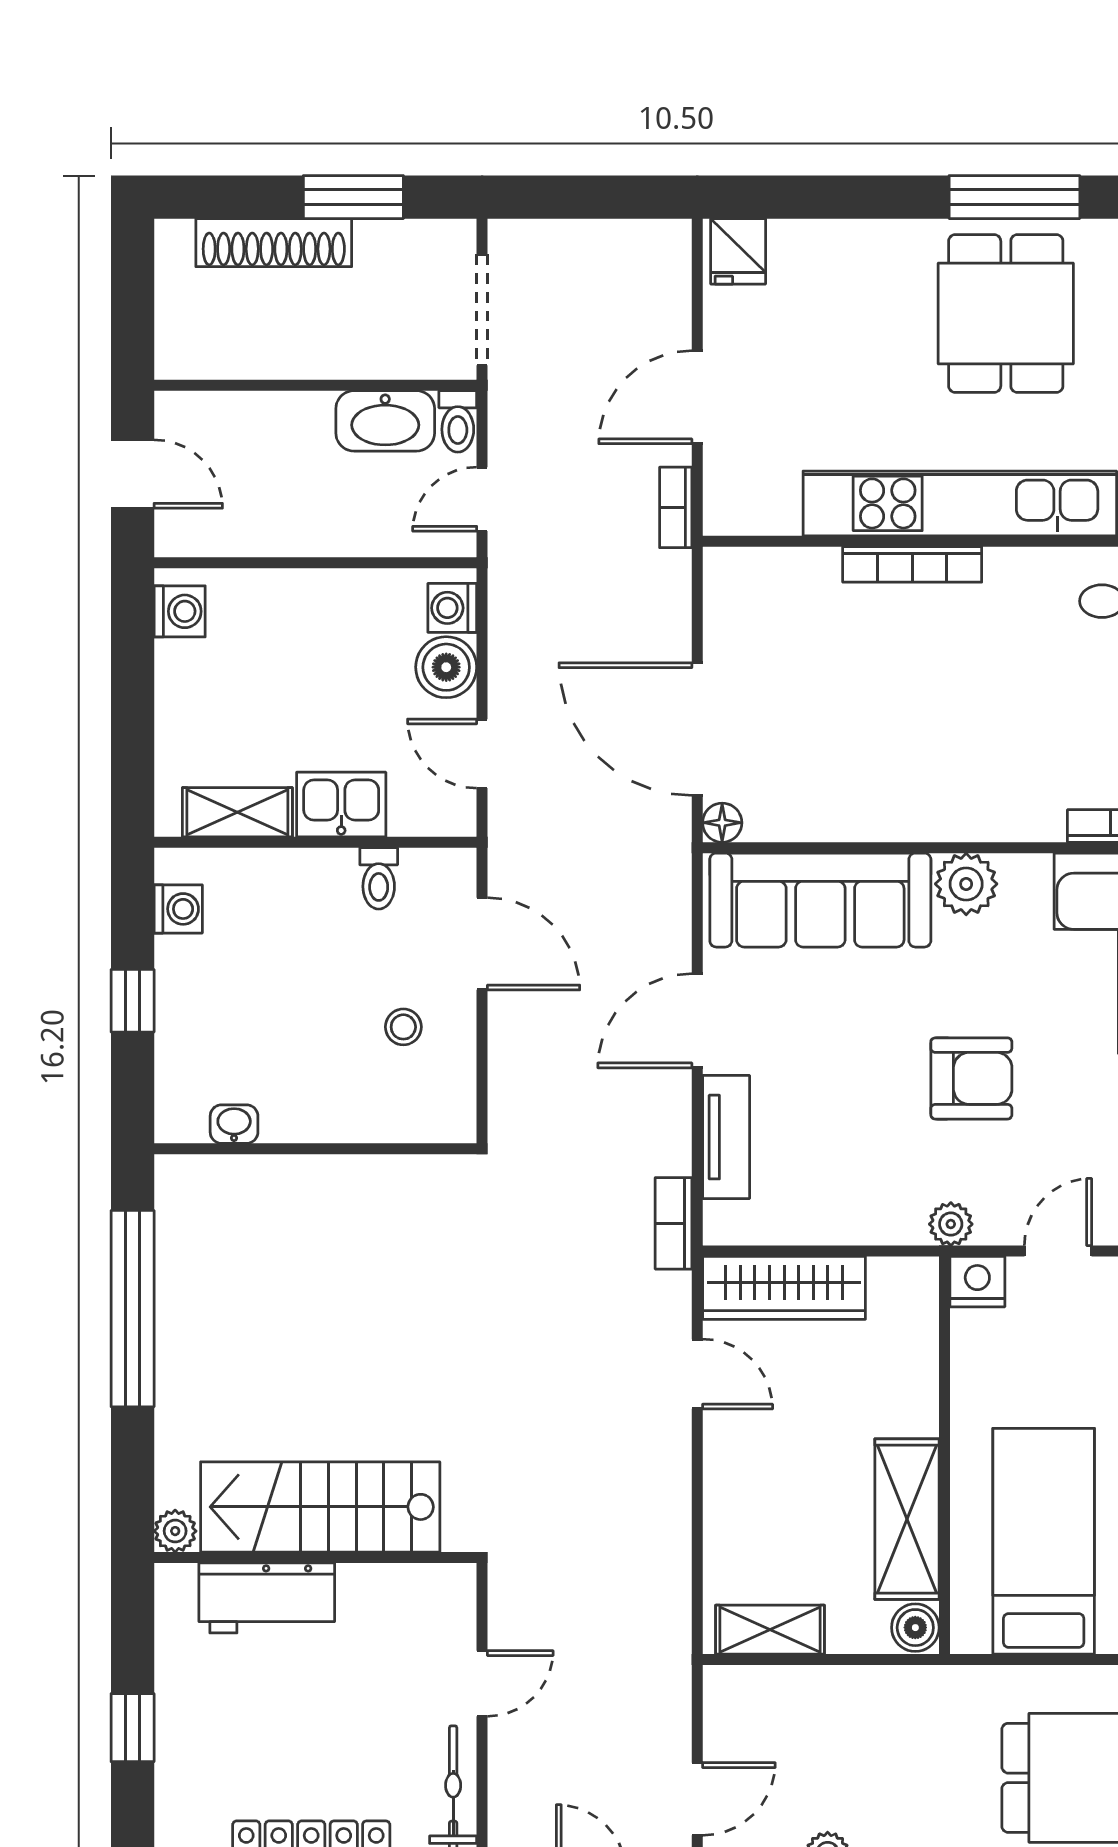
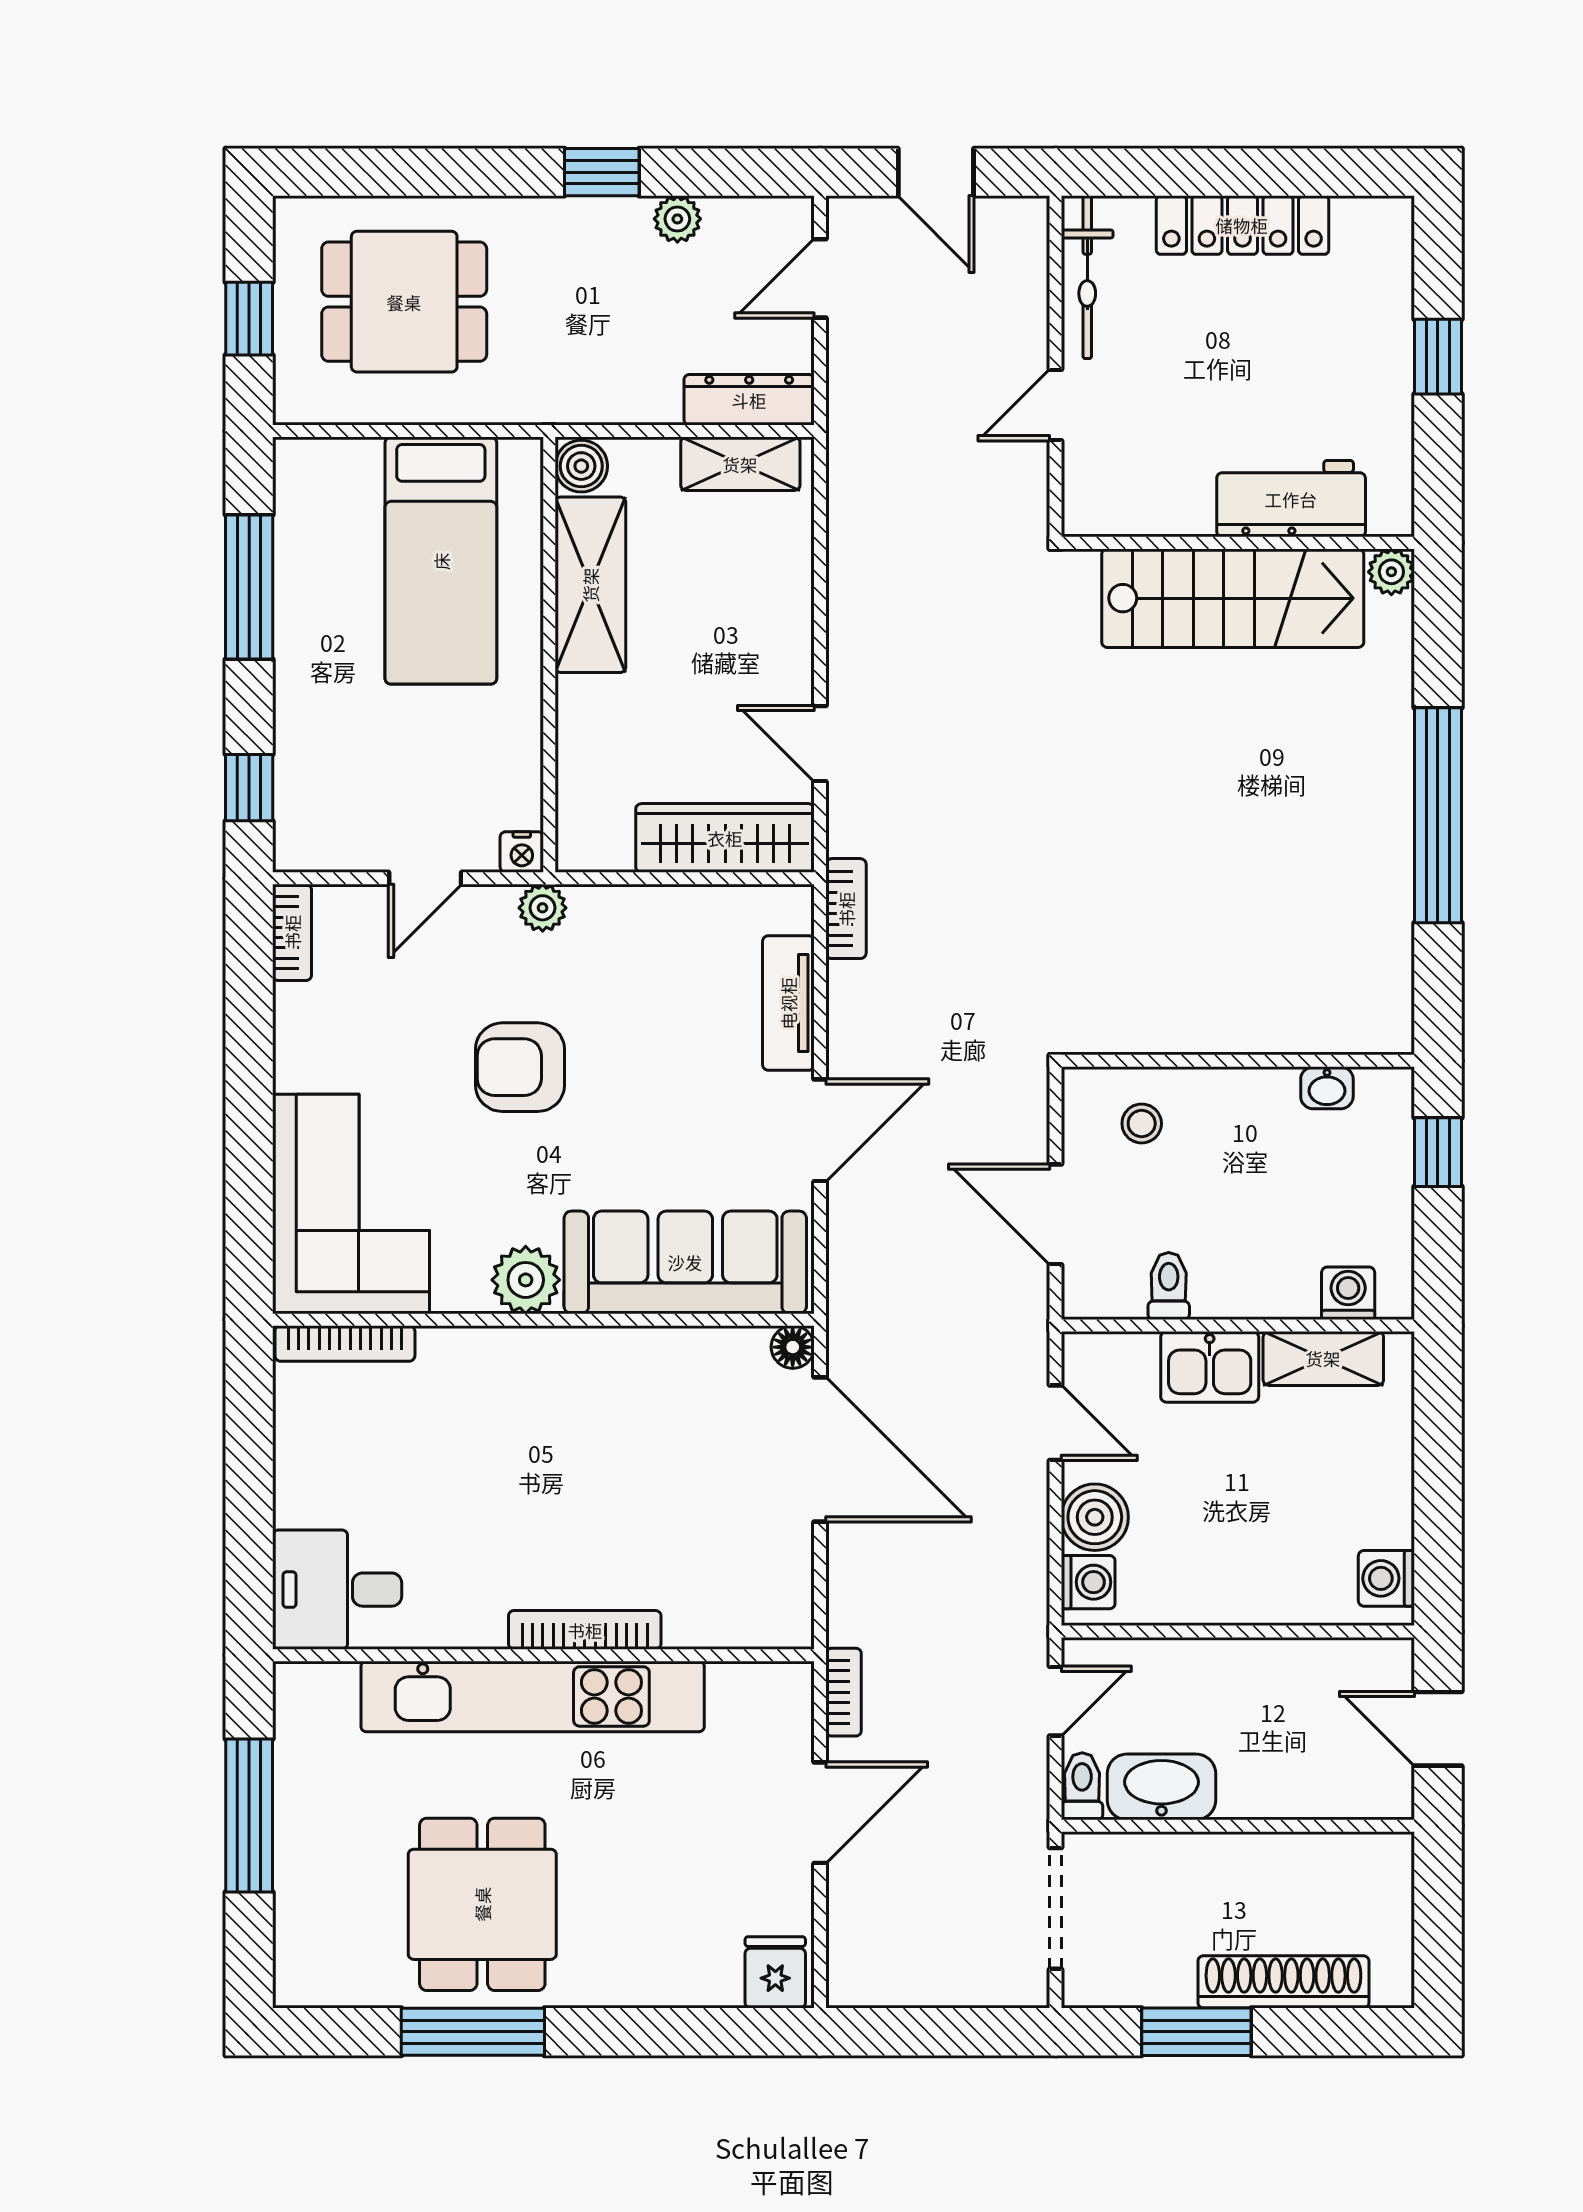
washing machine: (178, 909) -> (1348, 1293), moved, turned 90
washbasin: (234, 1124) -> (1327, 1088), moved
wall: (315, 1149) -> (1238, 1061), moved
nightstand: (977, 1282) -> (522, 852), width x0.72, depth x0.74
dresser: (762, 1688) -> (749, 400), added

